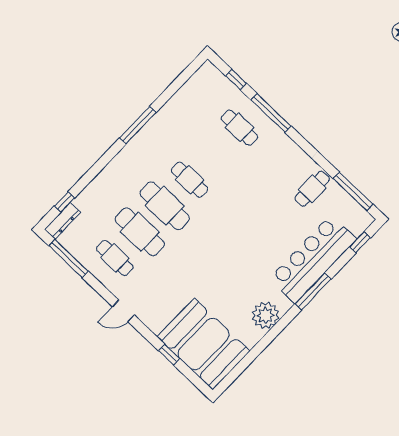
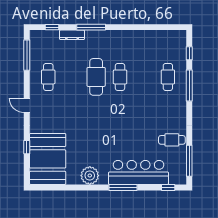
window: (138, 125) -> (91, 27), moved
dresser: (62, 221) -> (72, 35), moved
cafe table: (140, 232) -> (72, 77), removed

